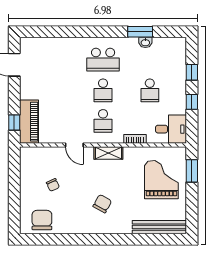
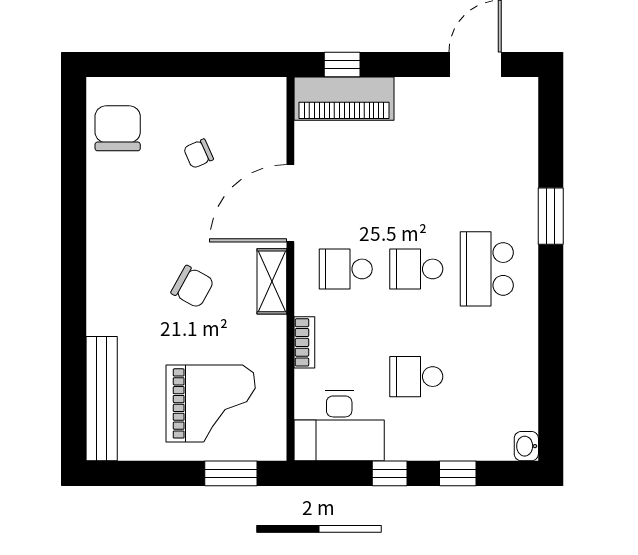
window: (140, 32) -> (551, 216), moved
washbasin: (145, 42) -> (526, 446), moved
desk: (171, 129) -> (339, 426), width x1.37
door: (74, 145) -> (290, 203), width x1.87
chair: (102, 204) -> (192, 287), moved
chair: (42, 220) -> (118, 128), turned -90

